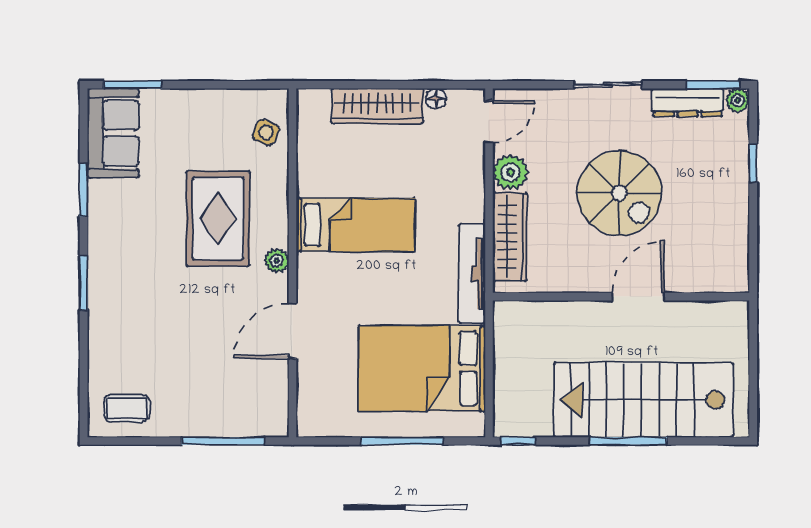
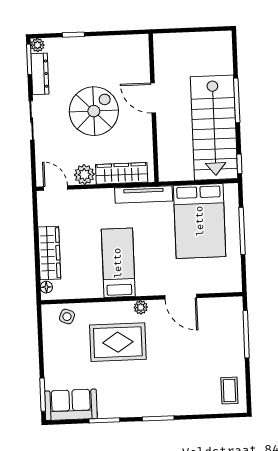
floor lamp: (436, 99) -> (46, 287), moved
stairs: (643, 400) -> (214, 128), moved

